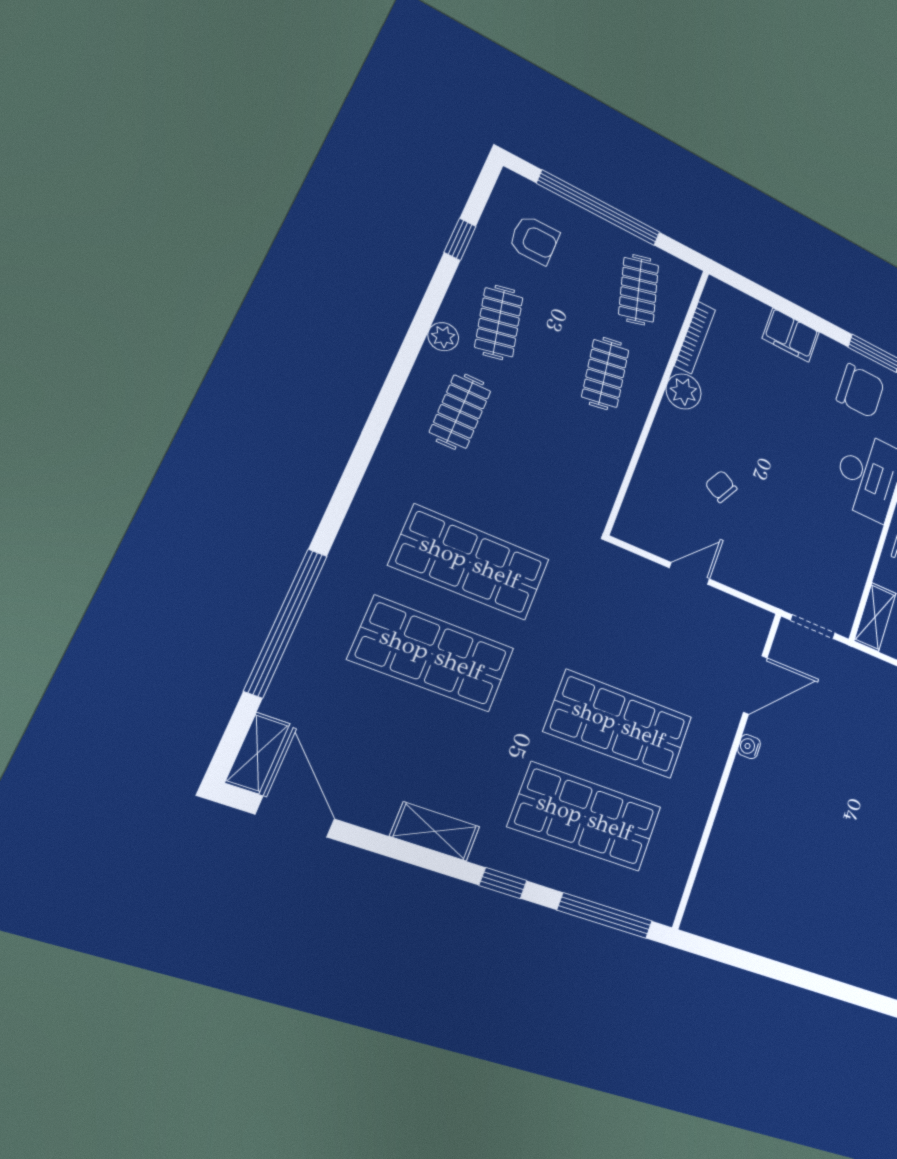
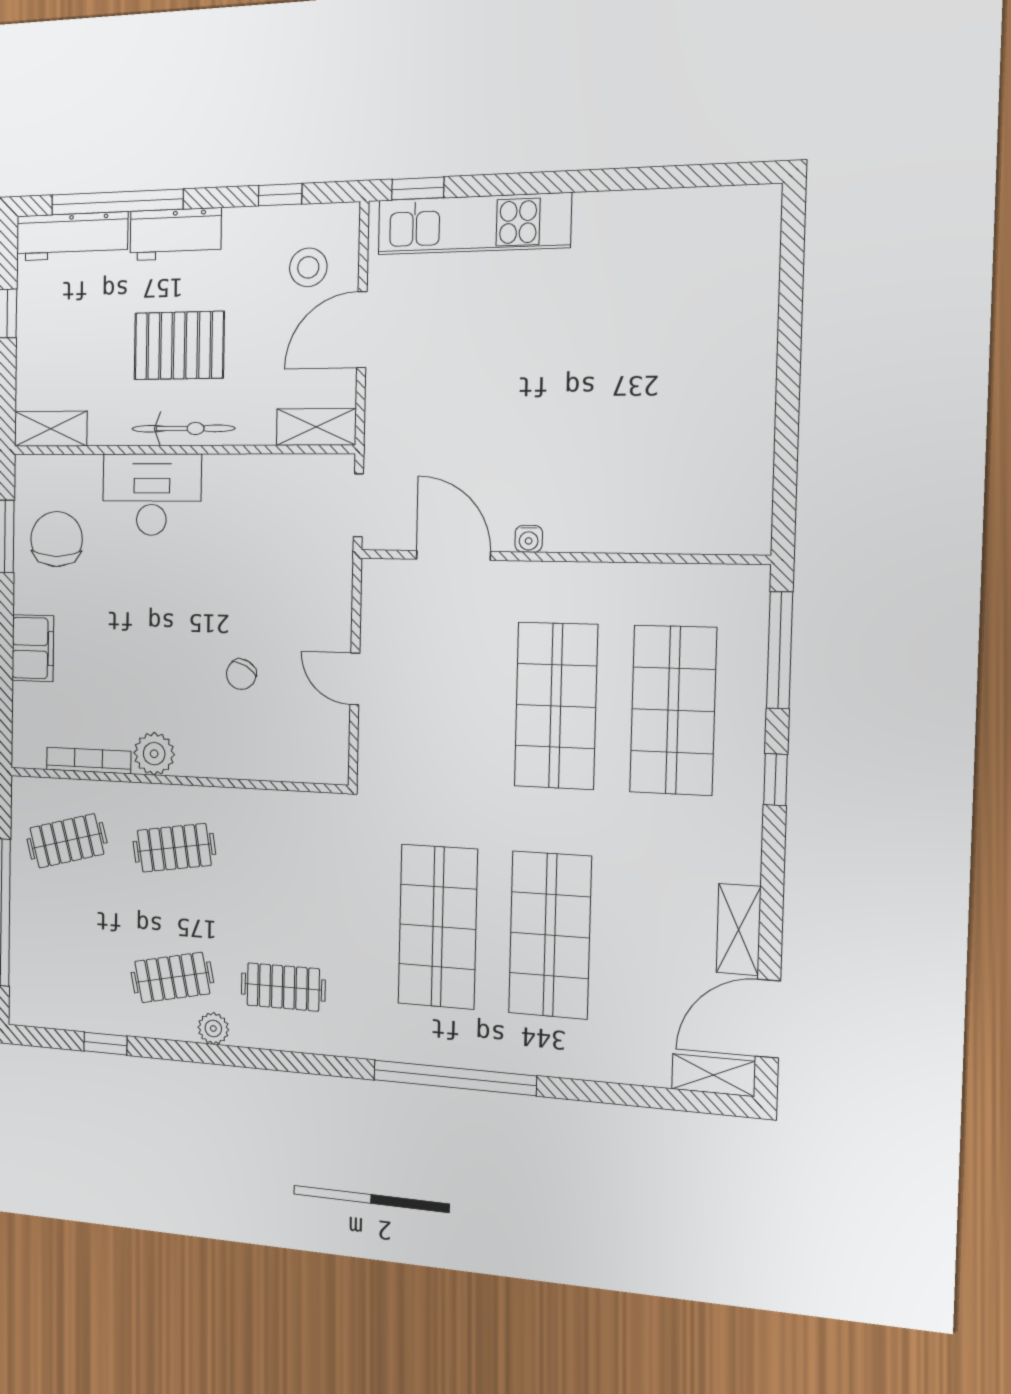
armchair: (534, 240) -> (68, 969), removed
window: (286, 623) -> (454, 1078), moved
shelving: (435, 831) -> (739, 930), moved

